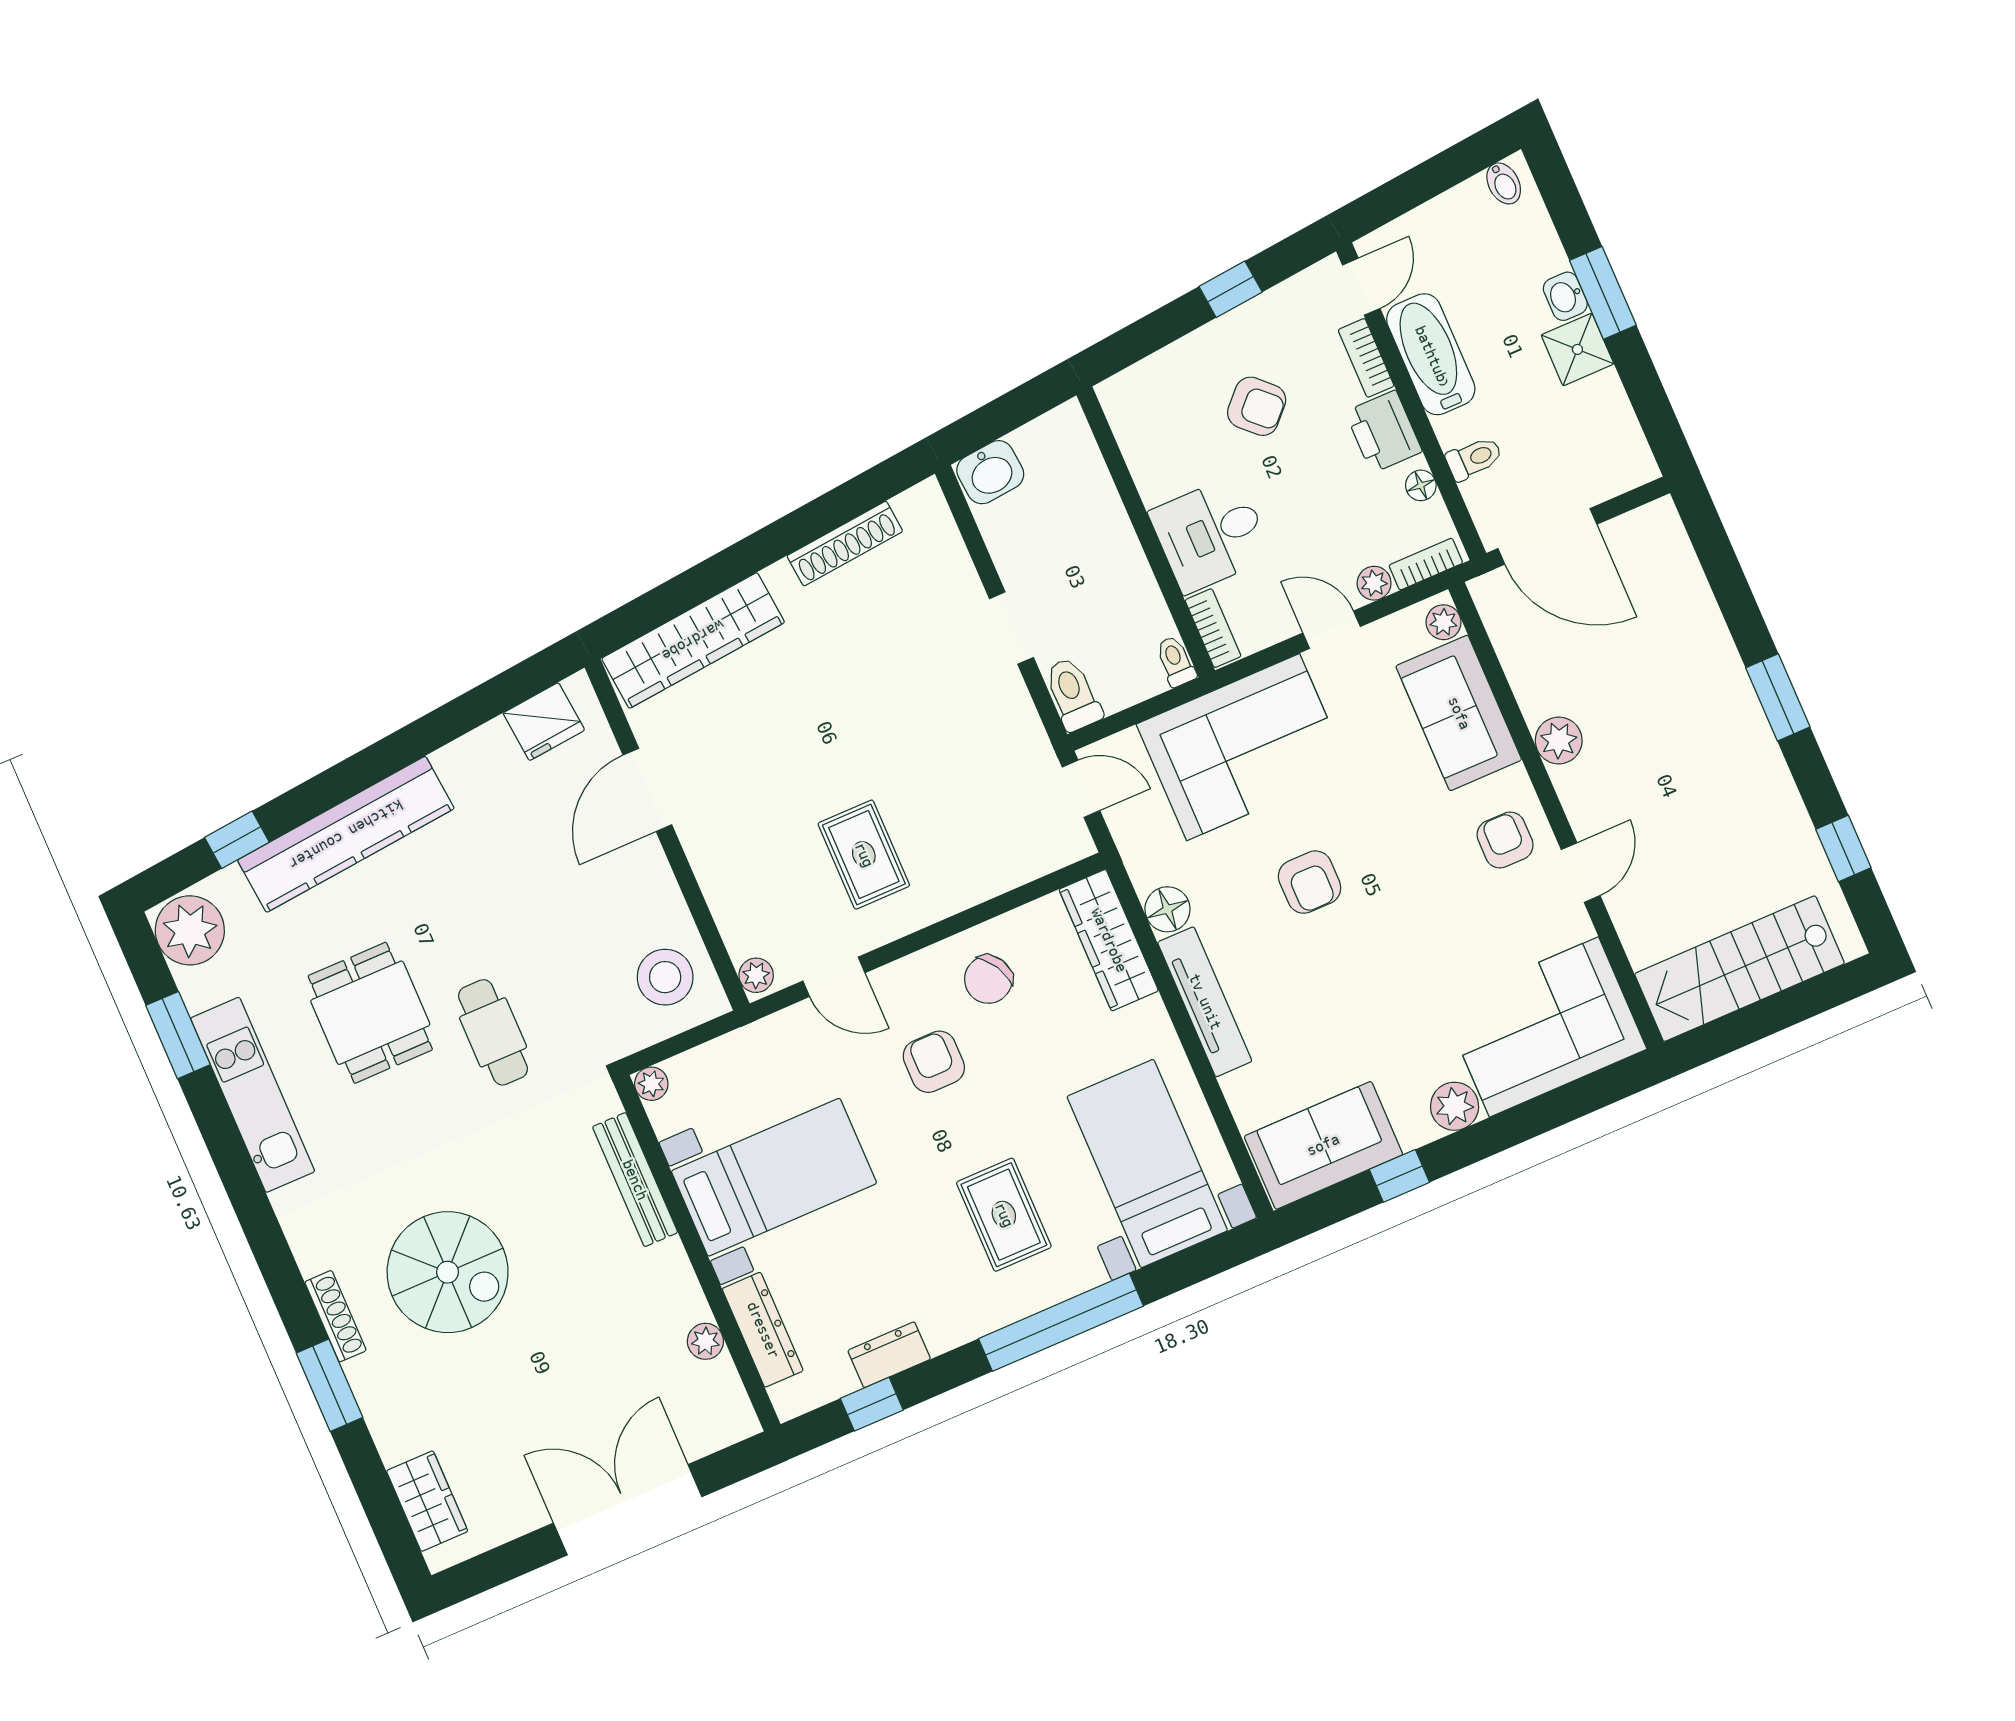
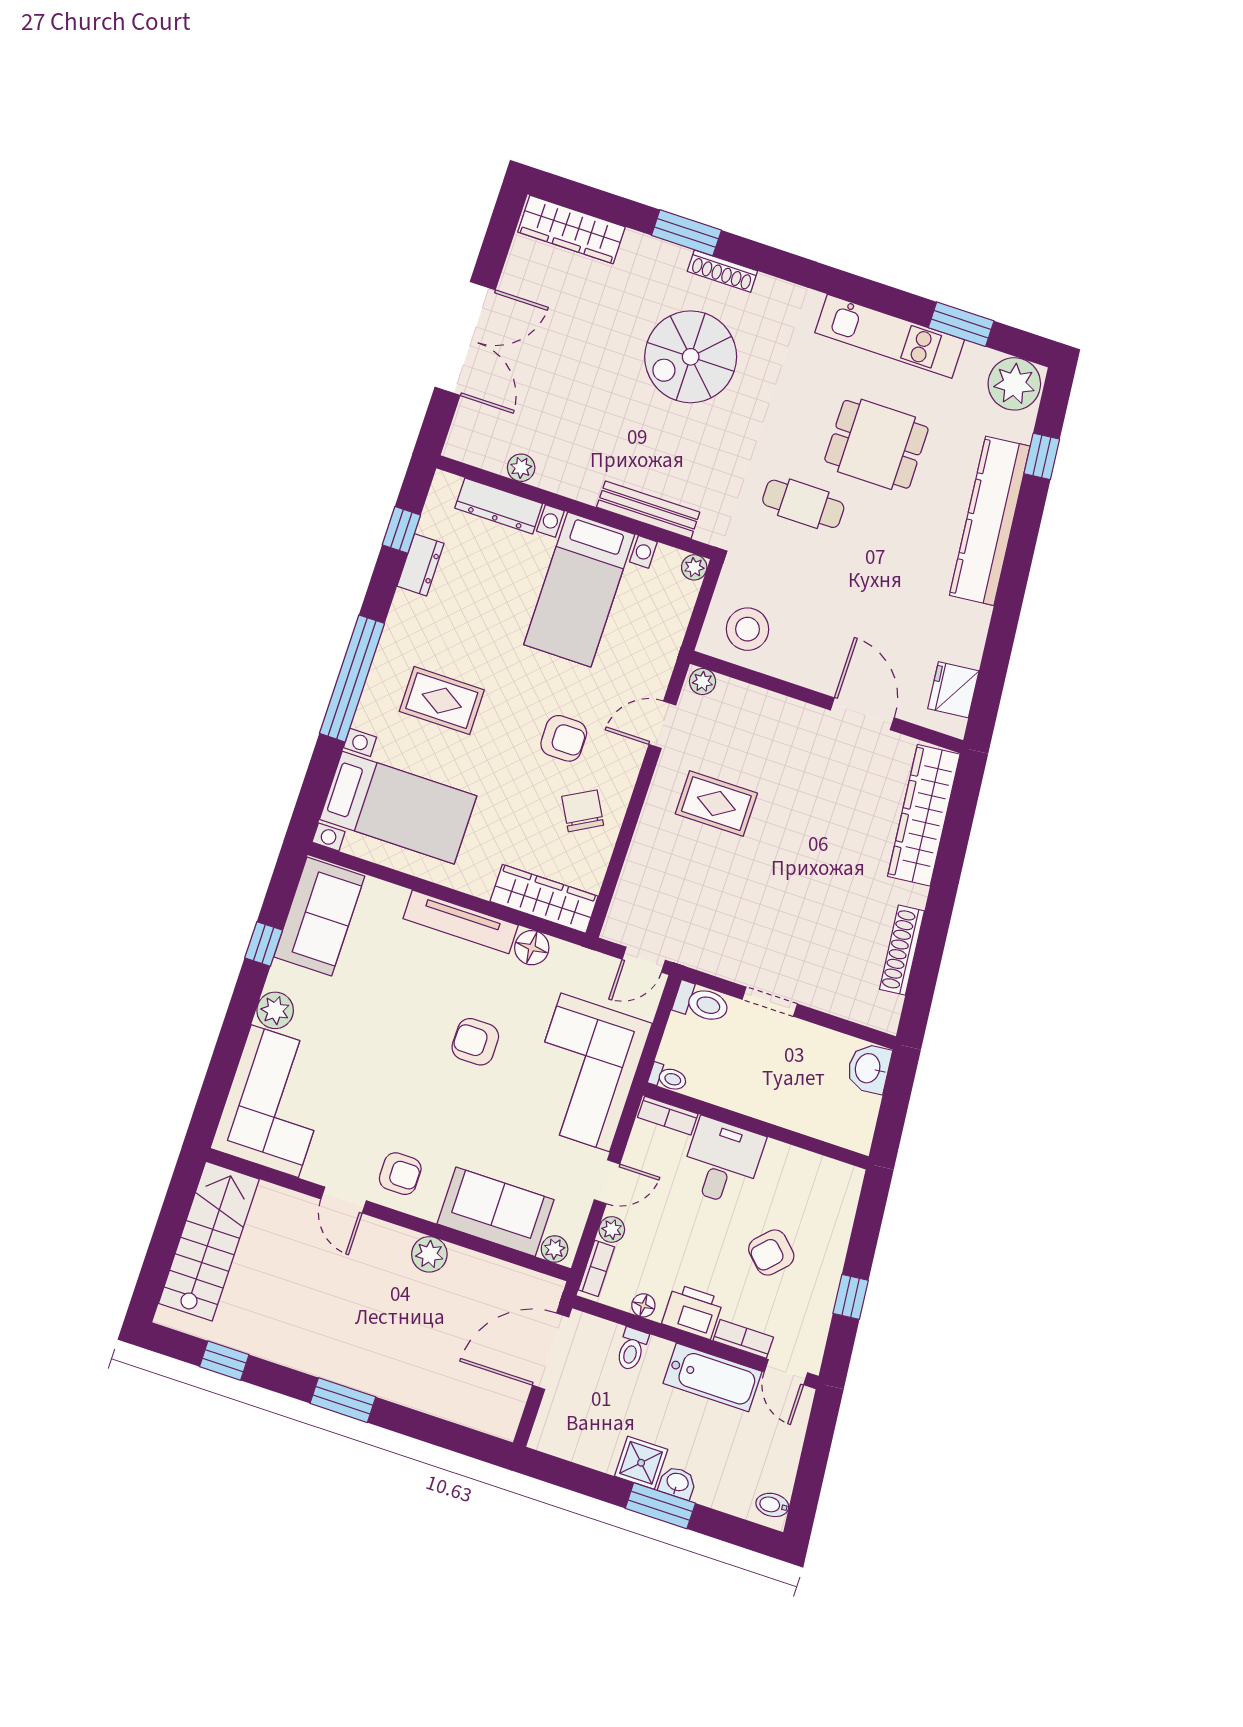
wardrobe: (427, 1501) -> (571, 229), width x1.50

